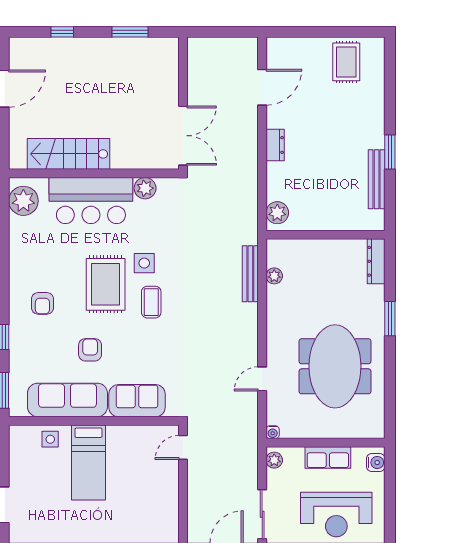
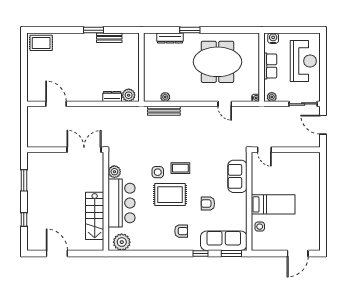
rug: (346, 62) -> (41, 43), moved
dresser: (275, 145) -> (112, 96), moved
bench: (377, 179) -> (109, 38), width x0.73
dresser: (376, 261) -> (170, 38), moved
sofa: (67, 400) -> (224, 241), moved, turned 90

